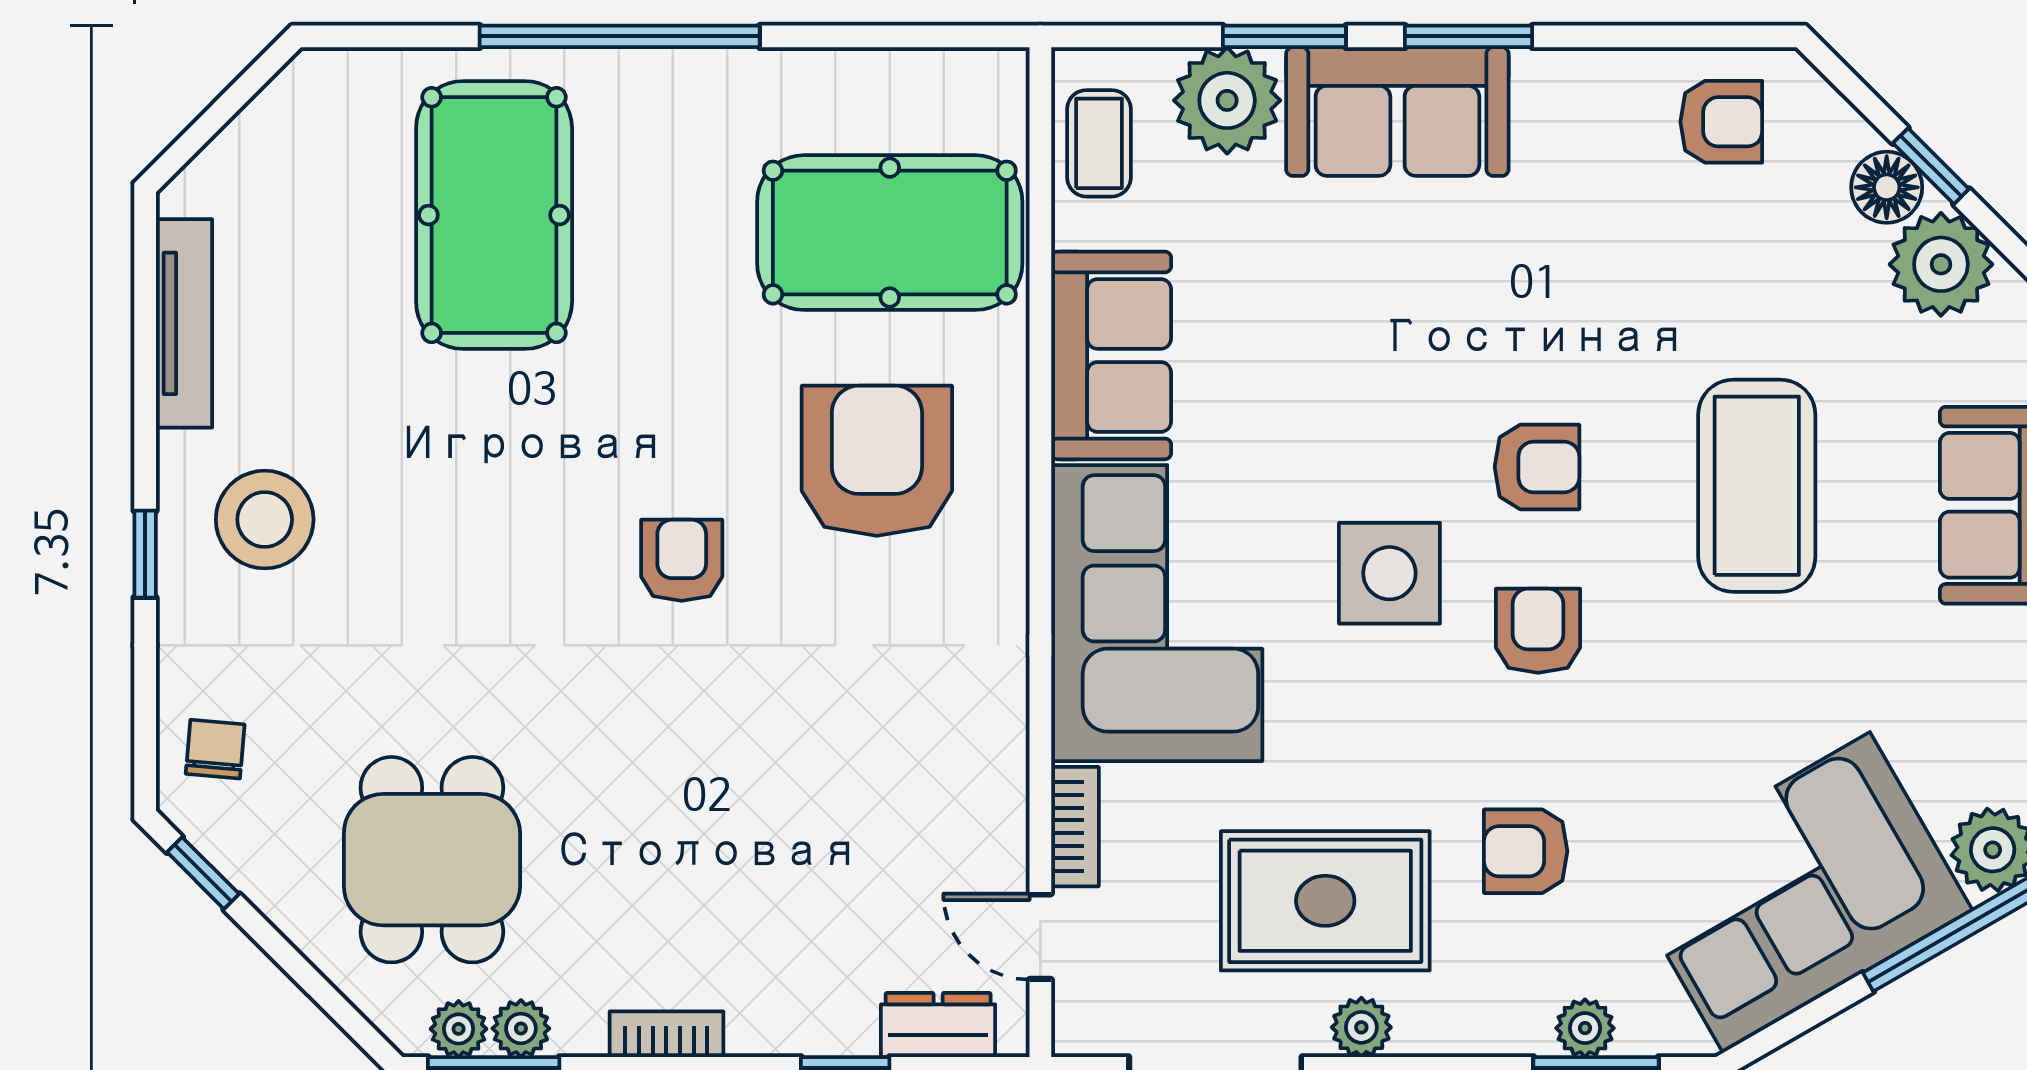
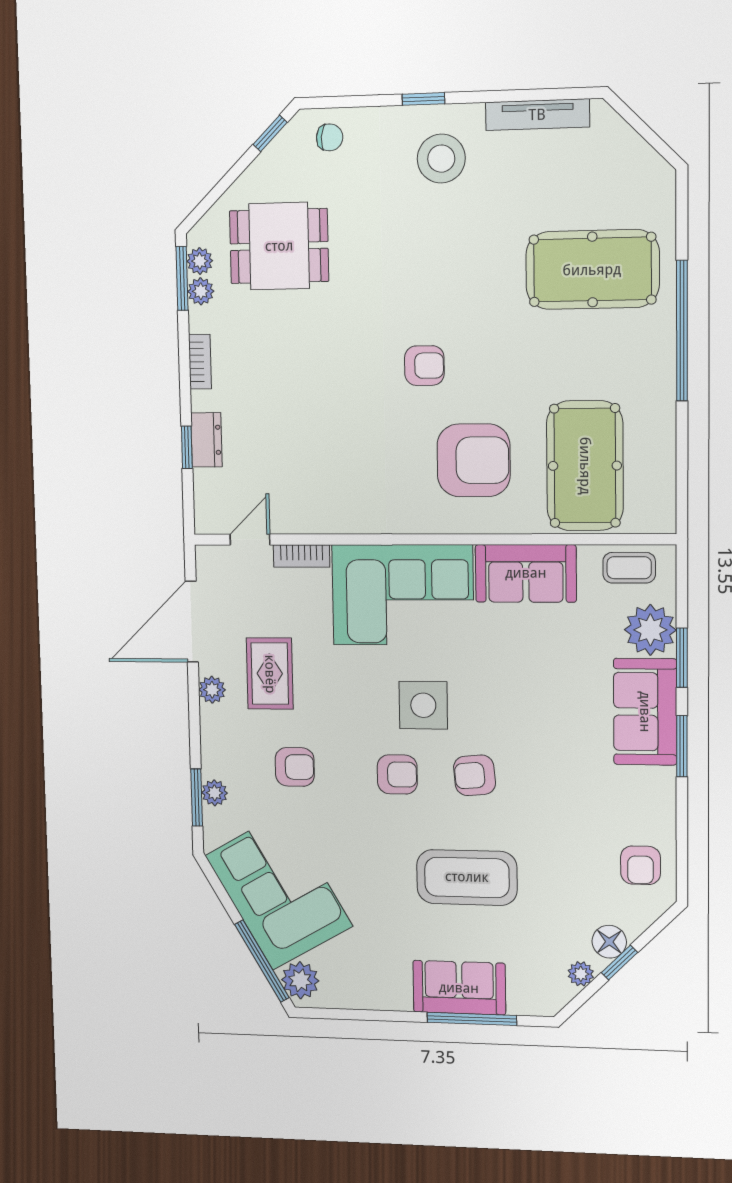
plant: (1941, 264) -> (581, 974), width x0.53, depth x0.53
armchair: (1537, 467) -> (474, 775), turned 85
armchair: (1526, 851) -> (295, 767), turned 90
rug: (1325, 901) -> (270, 674), width x0.73, depth x0.70
dresser: (938, 1025) -> (206, 440), moved

